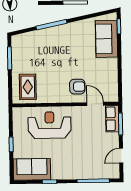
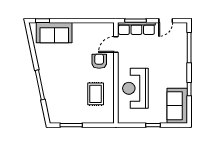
rug: (28, 87) -> (96, 94), moved, turned 90
row of seats: (112, 119) -> (136, 28), width x1.48
door: (121, 156) -> (166, 21), hinge flipped

